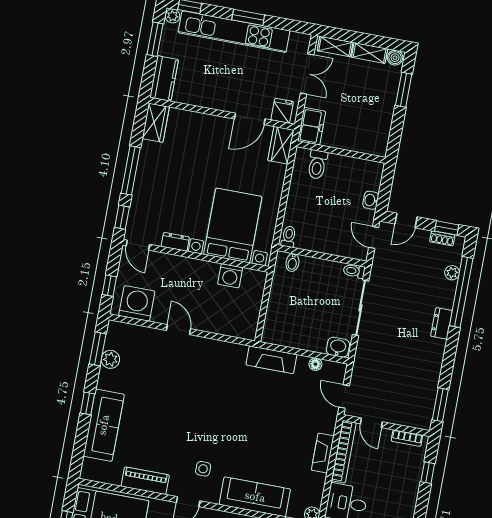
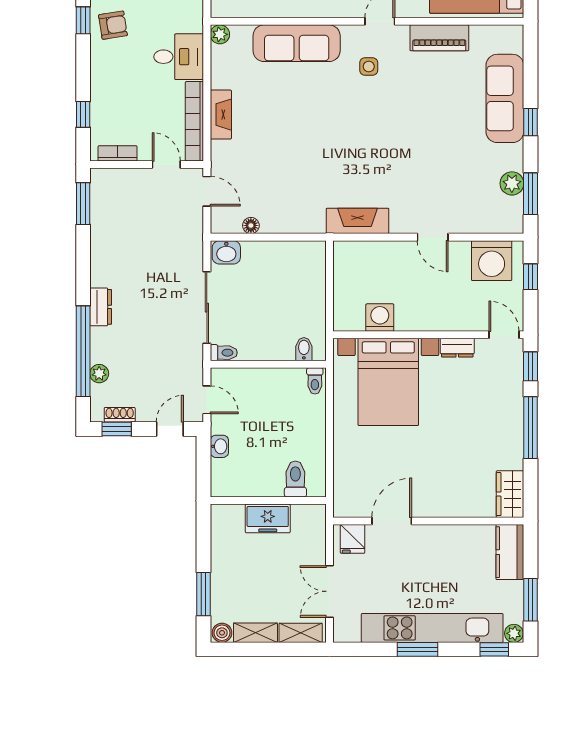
freezer: (312, 126) -> (268, 518), moved, turned -90
wardrobe: (281, 145) -> (346, 495), removed
fireplace: (271, 360) -> (358, 221), moved

